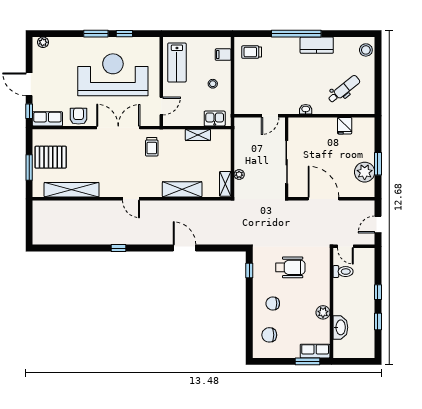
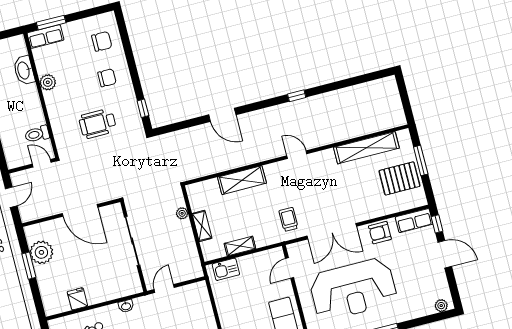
stool: (213, 84) -> (238, 308), removed
armchair: (79, 116) -> (380, 233), turned 90
shelving: (225, 184) -> (202, 226), moved

